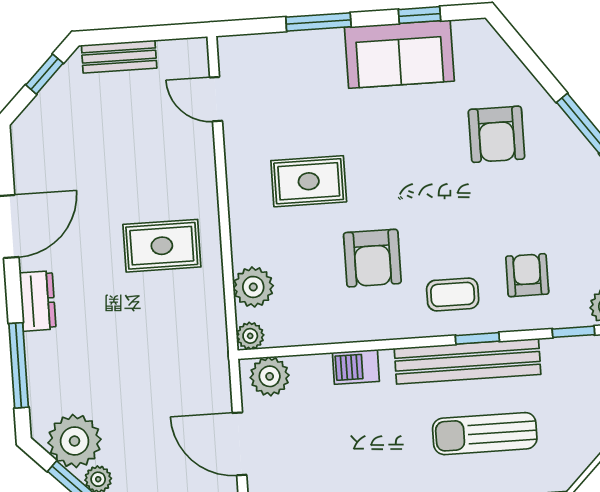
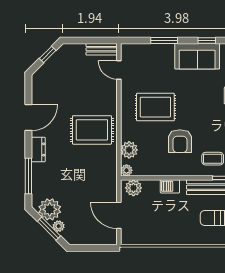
bench: (119, 57) -> (102, 49), moved
rug: (309, 181) -> (155, 107), width x1.36, depth x1.43
rug: (162, 246) -> (92, 130), width x1.36, depth x1.43

